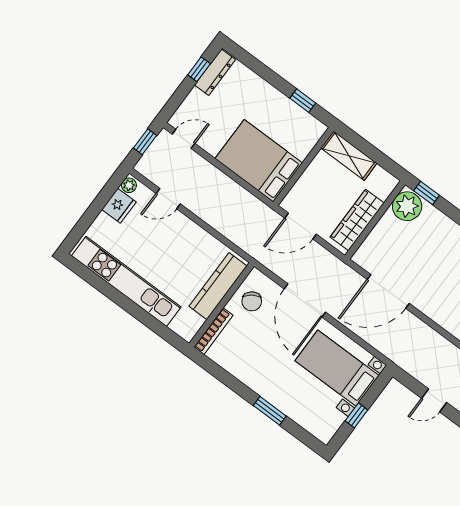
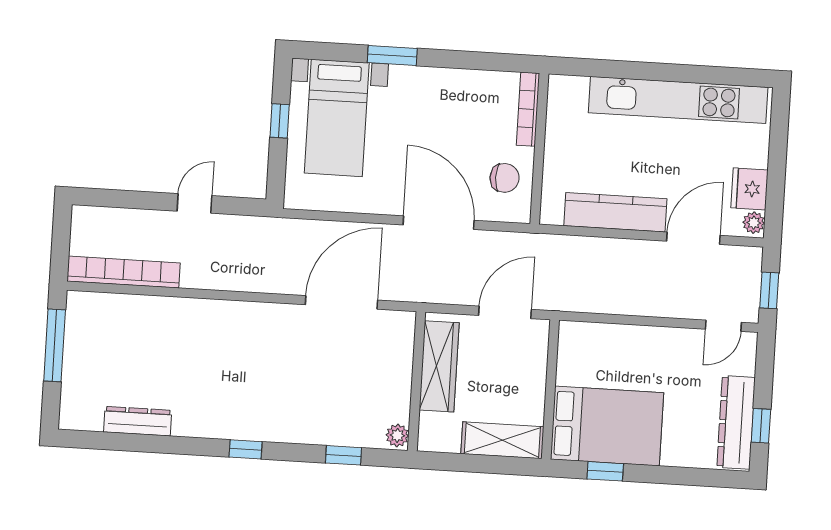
dresser: (215, 72) -> (736, 422), width x1.37, depth x1.24
bed: (259, 161) -> (607, 426), moved
window: (427, 193) -> (344, 455), moved
door: (168, 199) -> (693, 238), width x1.38
plant: (407, 206) -> (397, 435), width x0.53, depth x0.53
kitchen counter: (218, 286) -> (615, 212), moved, turned -90
chair: (252, 301) -> (505, 178), turned 125
bed with nightstands: (337, 368) -> (337, 118), moved, turned 90

